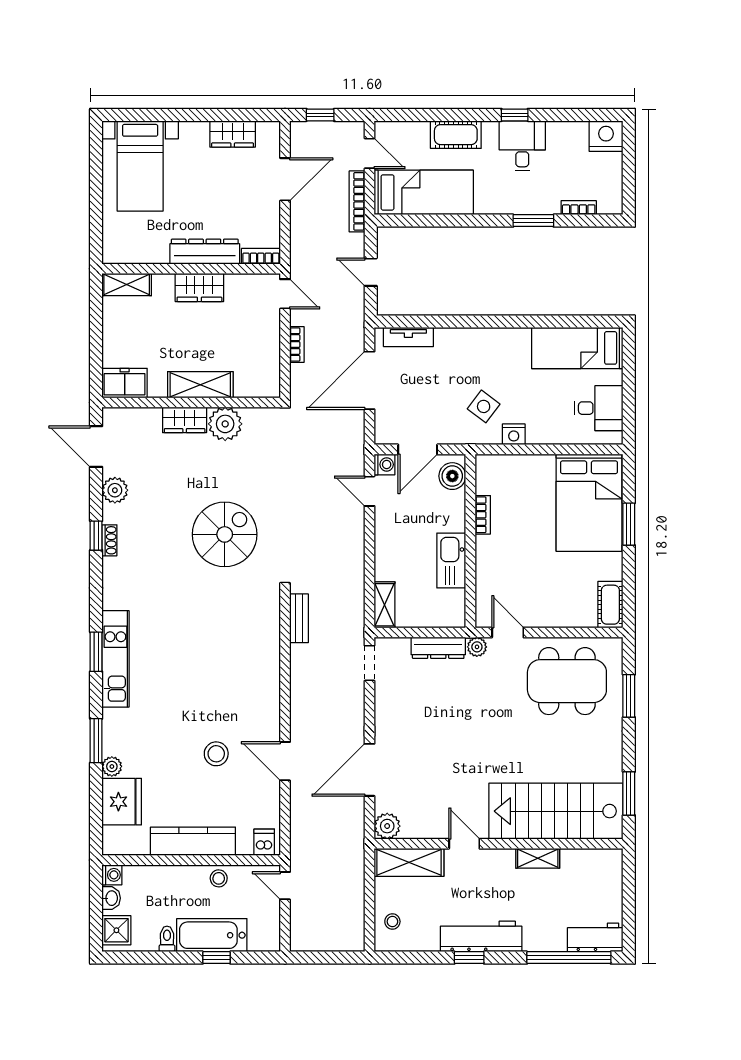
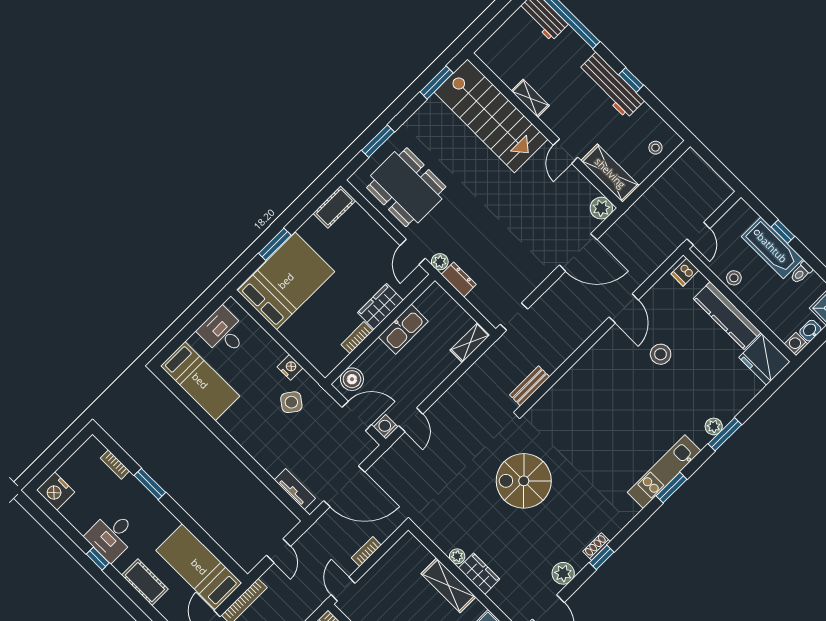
plant: (225, 424) -> (457, 556), width x0.53, depth x0.53
wardrobe: (489, 560) -> (380, 306), added
dresser: (438, 648) -> (459, 280), width x0.70
plant: (112, 766) -> (714, 426), moved
fridge: (122, 802) -> (764, 360), moved, turned -90

